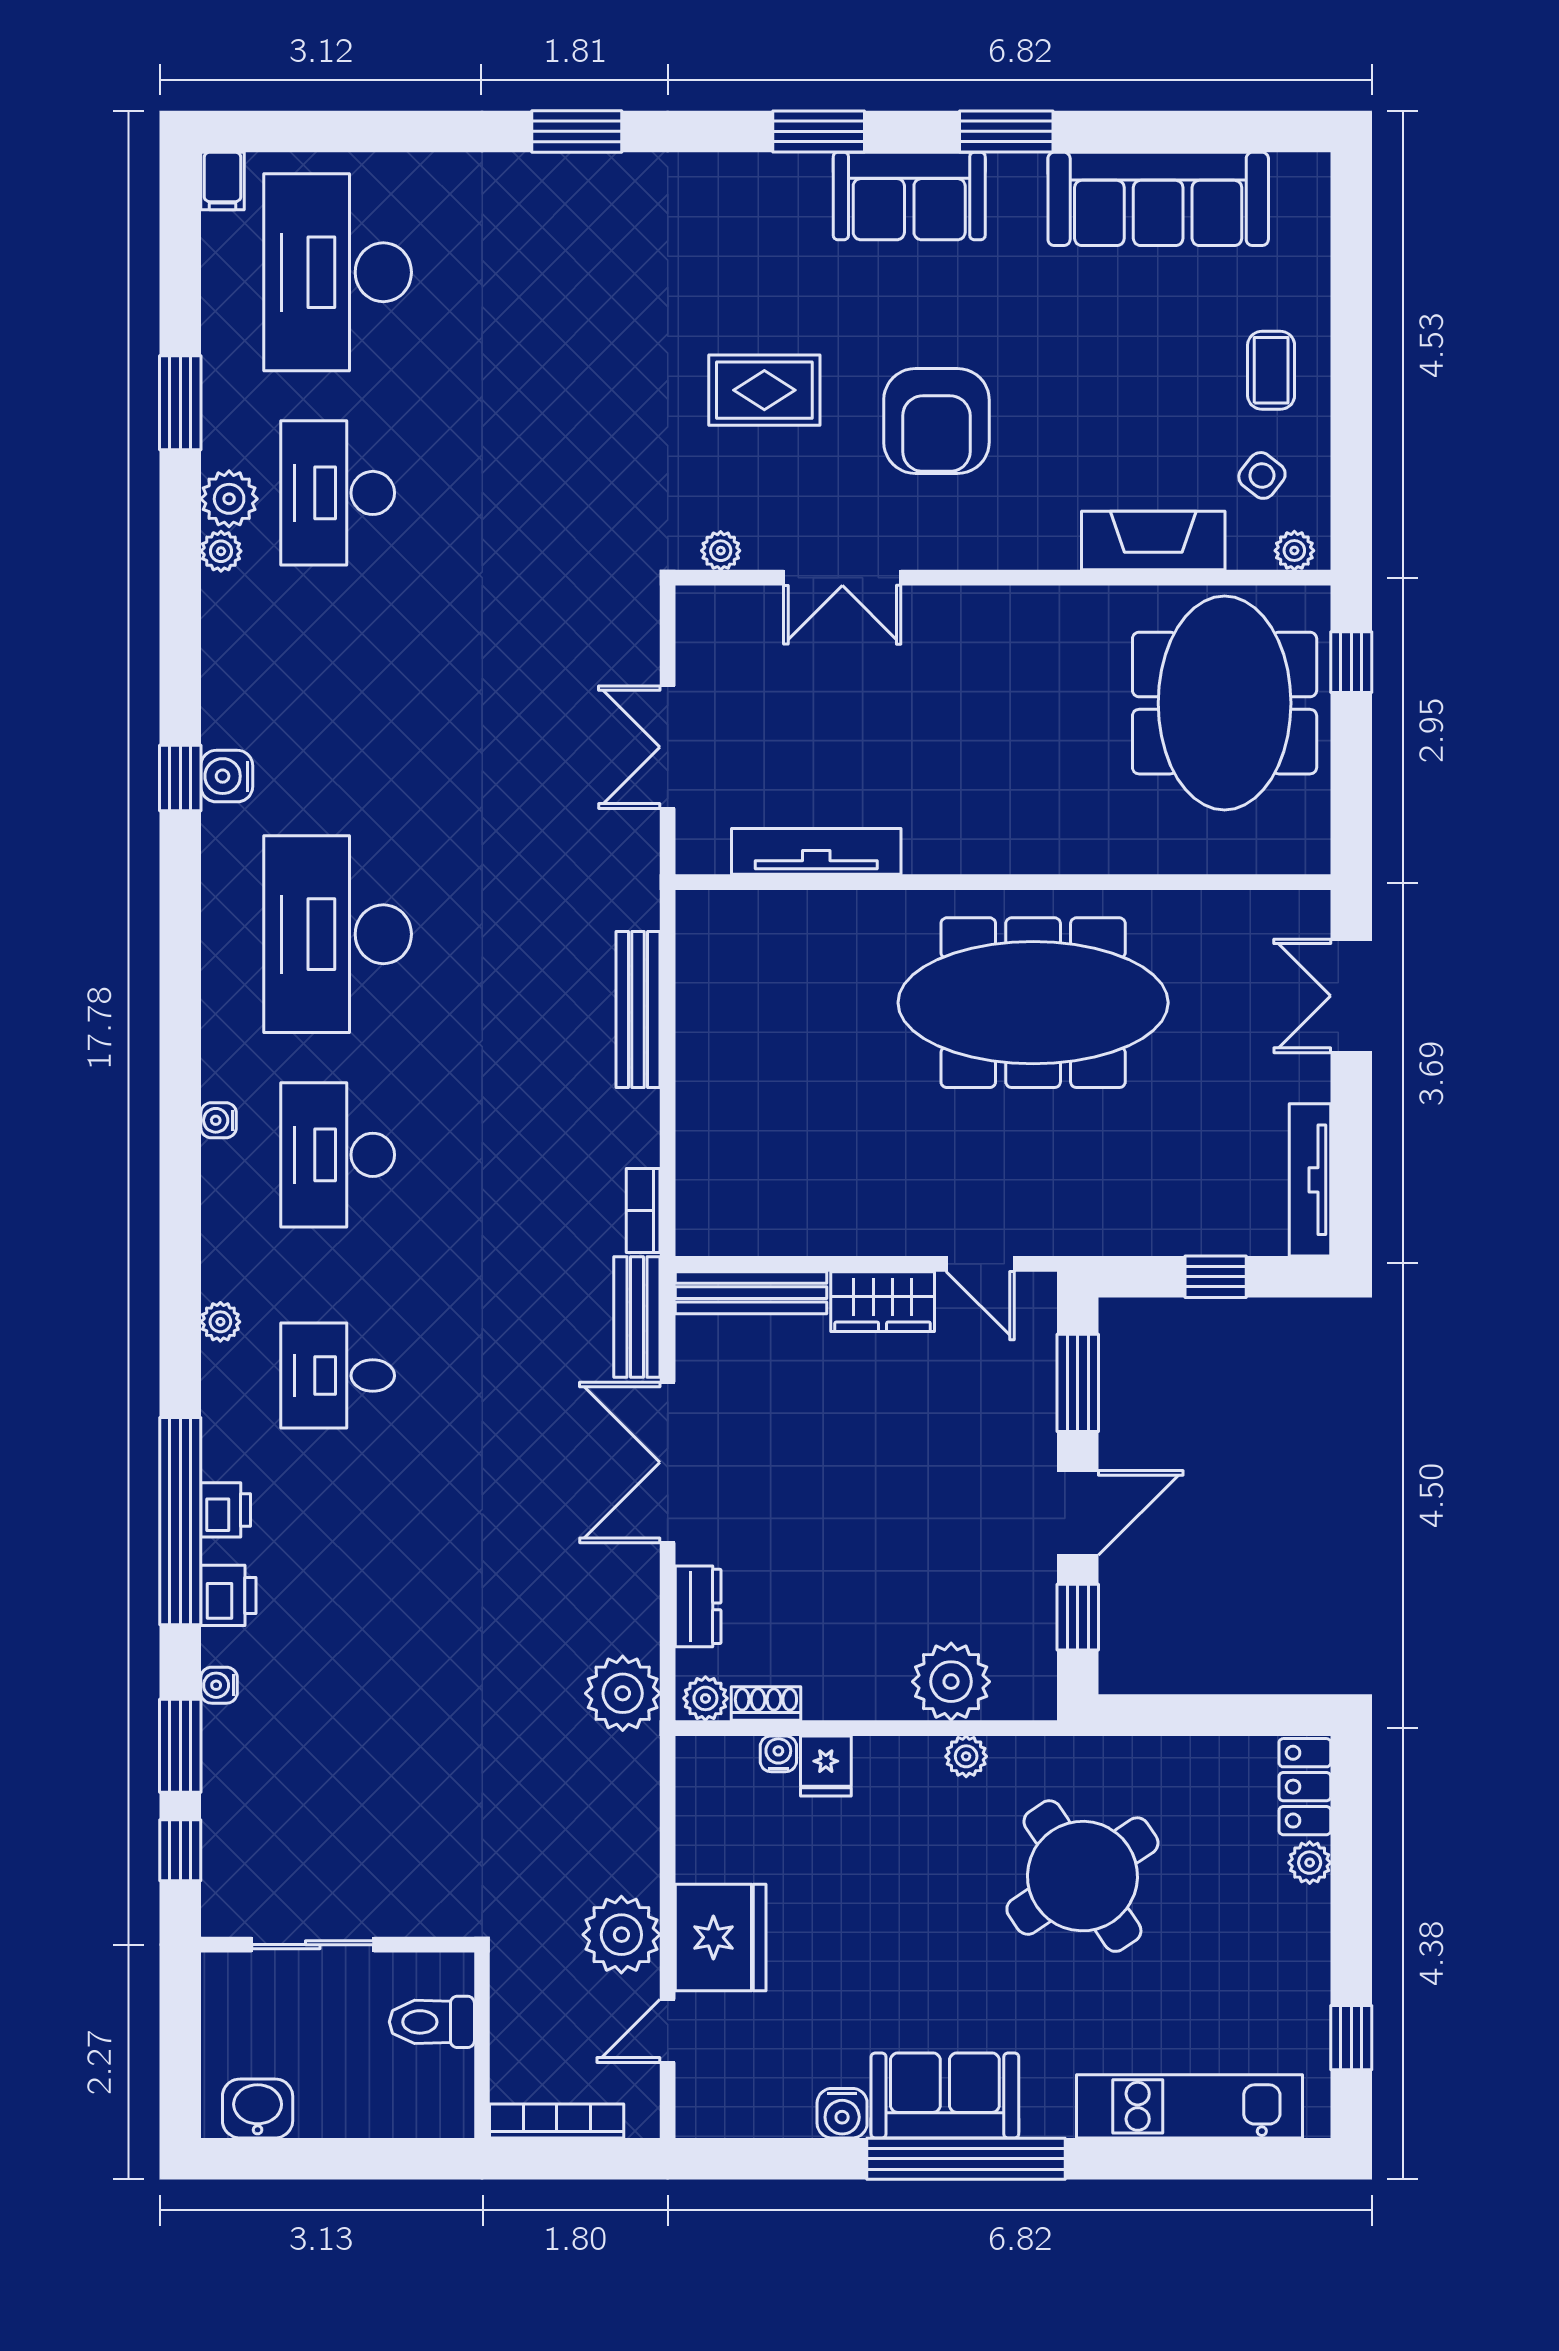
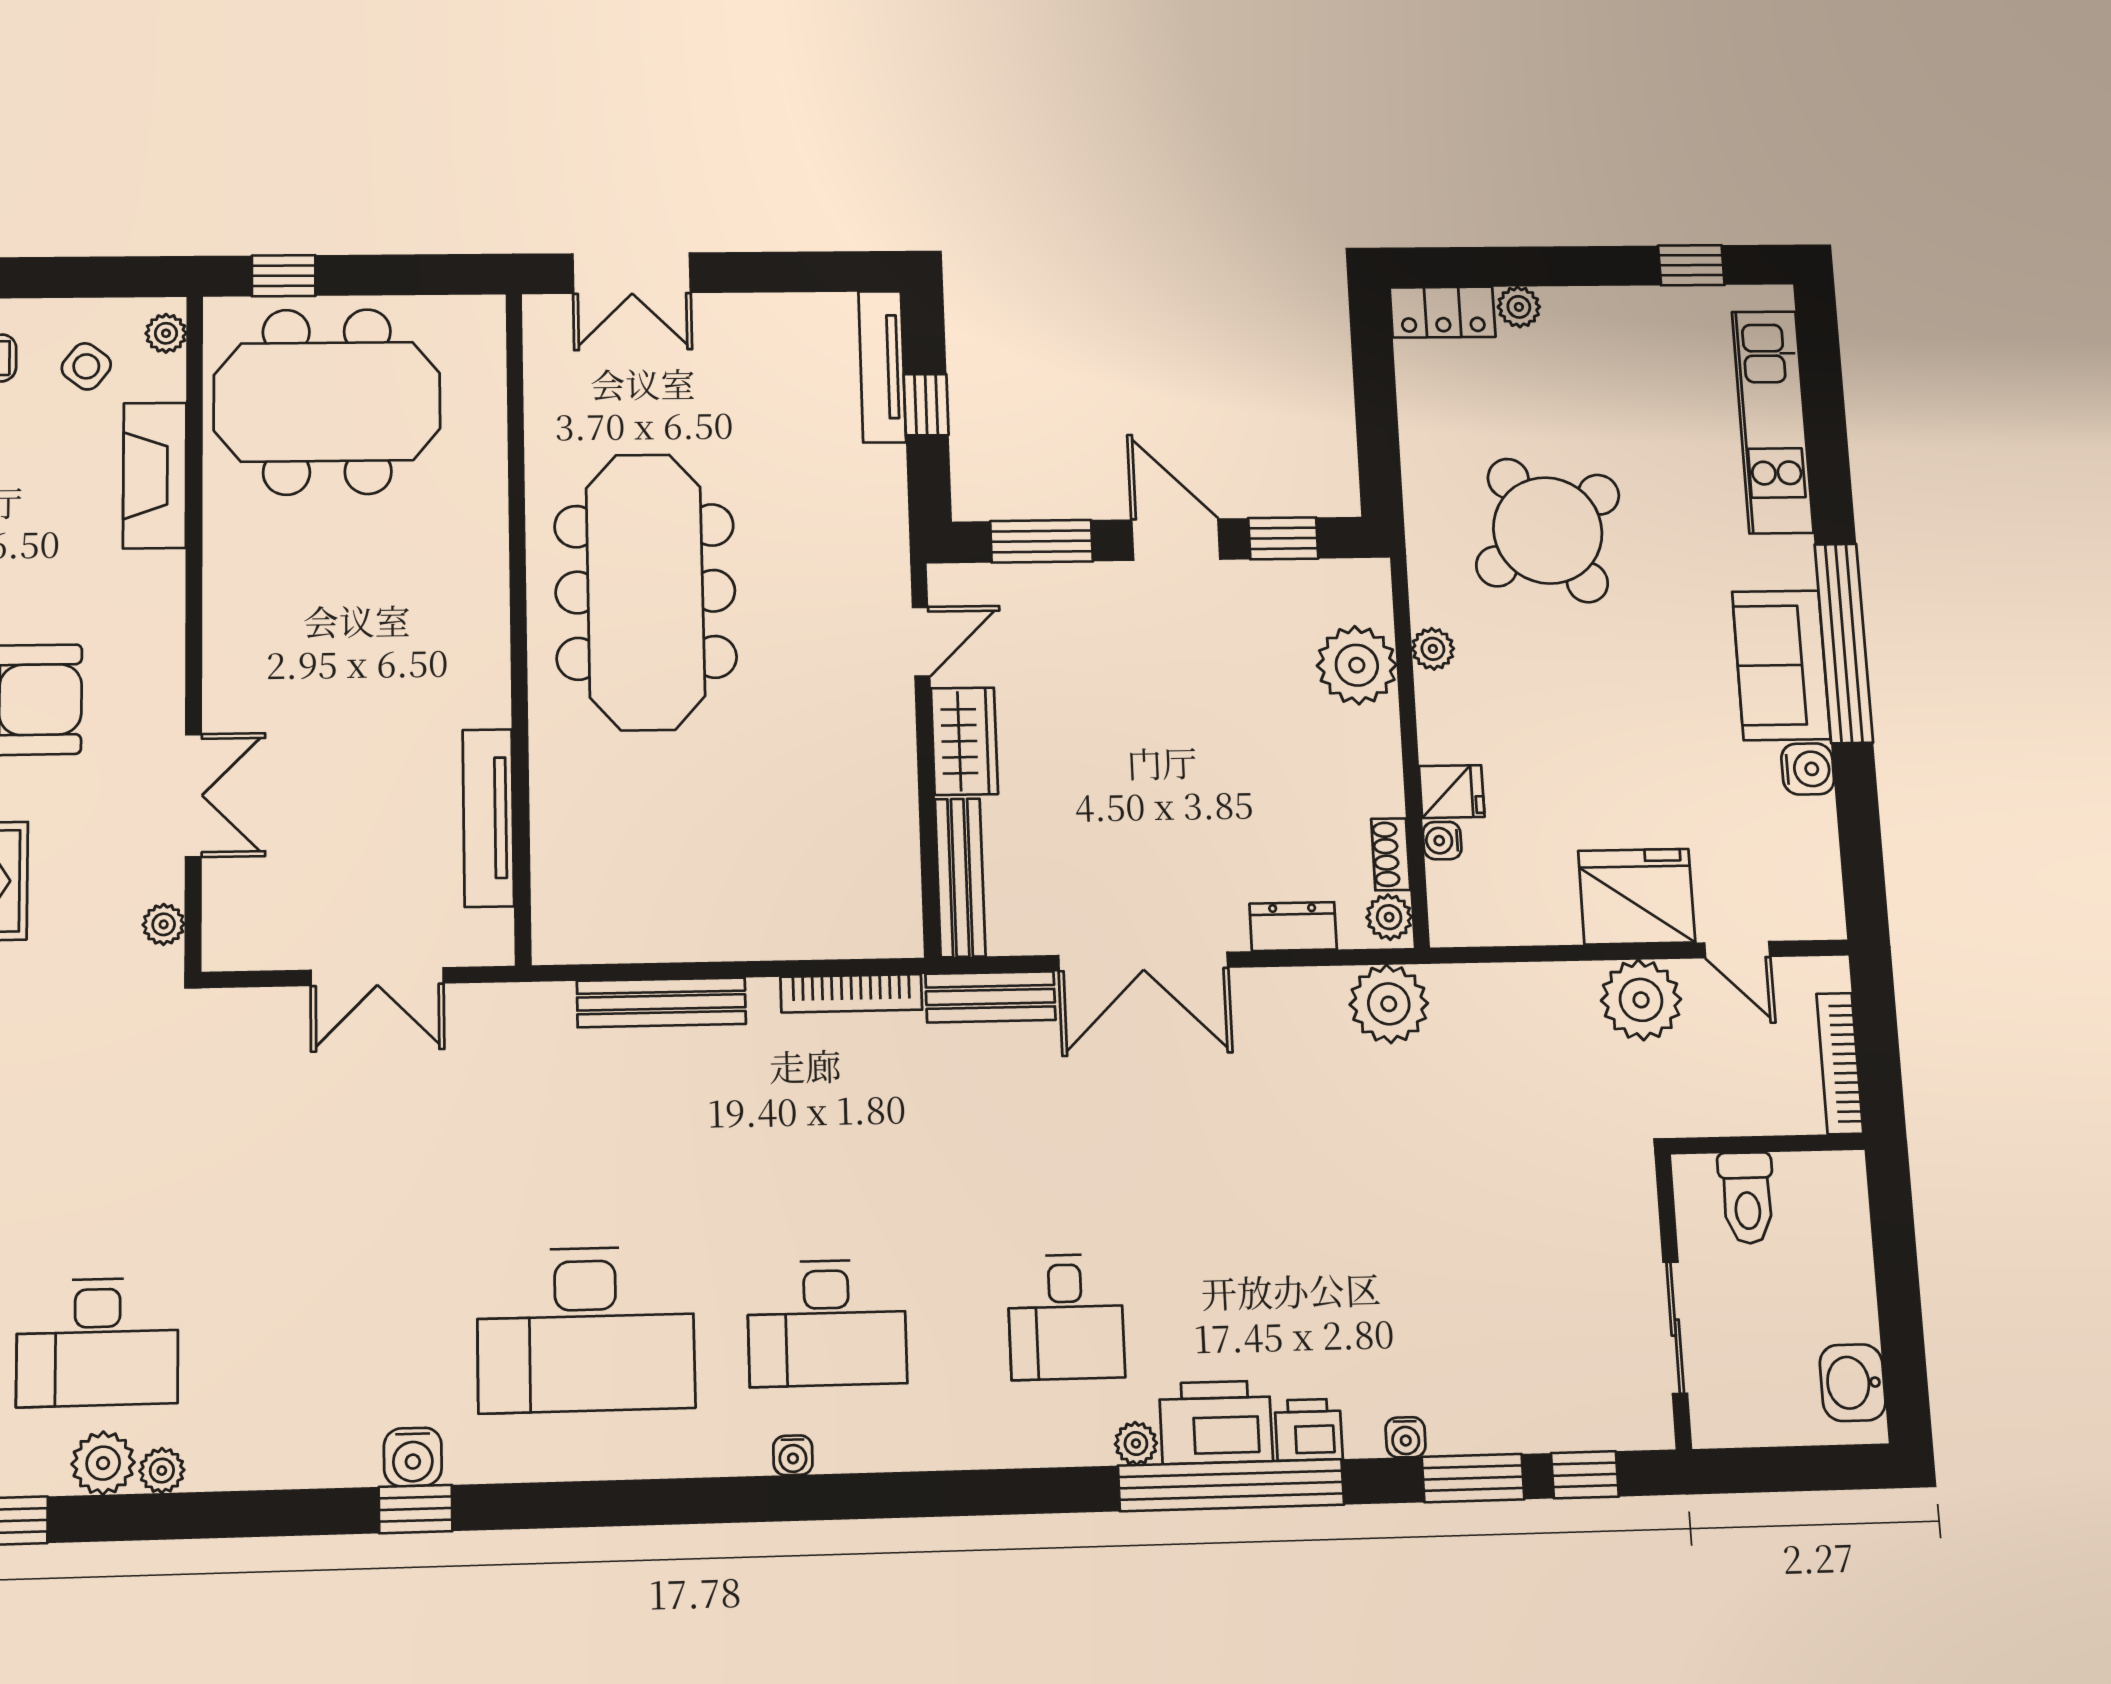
tv unit: (1310, 1180) -> (882, 367), moved, turned 90
bookcase: (643, 1210) -> (851, 993), width x1.56
plant: (220, 1322) -> (1136, 1443), moved
printer: (226, 1510) -> (1216, 1422), width x1.87, depth x1.48

